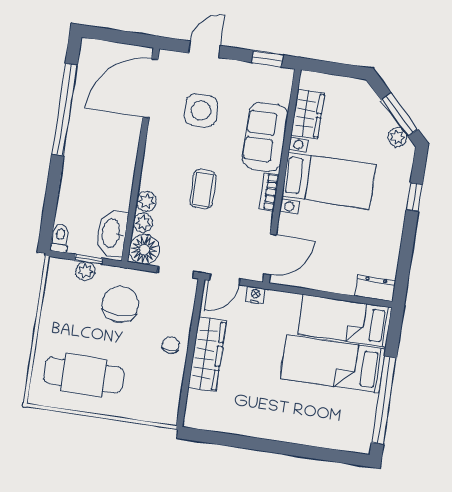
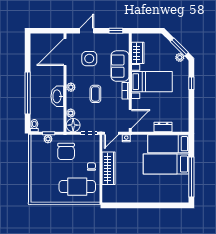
window: (65, 110) -> (28, 93), moved
plant: (146, 201) -> (71, 87), moved
washbasin: (112, 233) -> (57, 96), moved
dresser: (375, 288) -> (163, 127), moved
chair: (120, 304) -> (66, 151), turned 180
cafe table: (84, 375) -> (77, 187), moved

